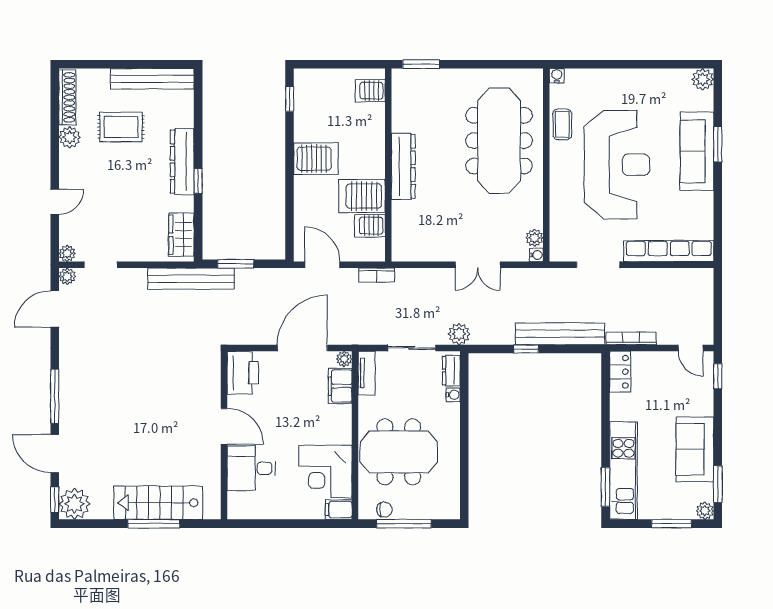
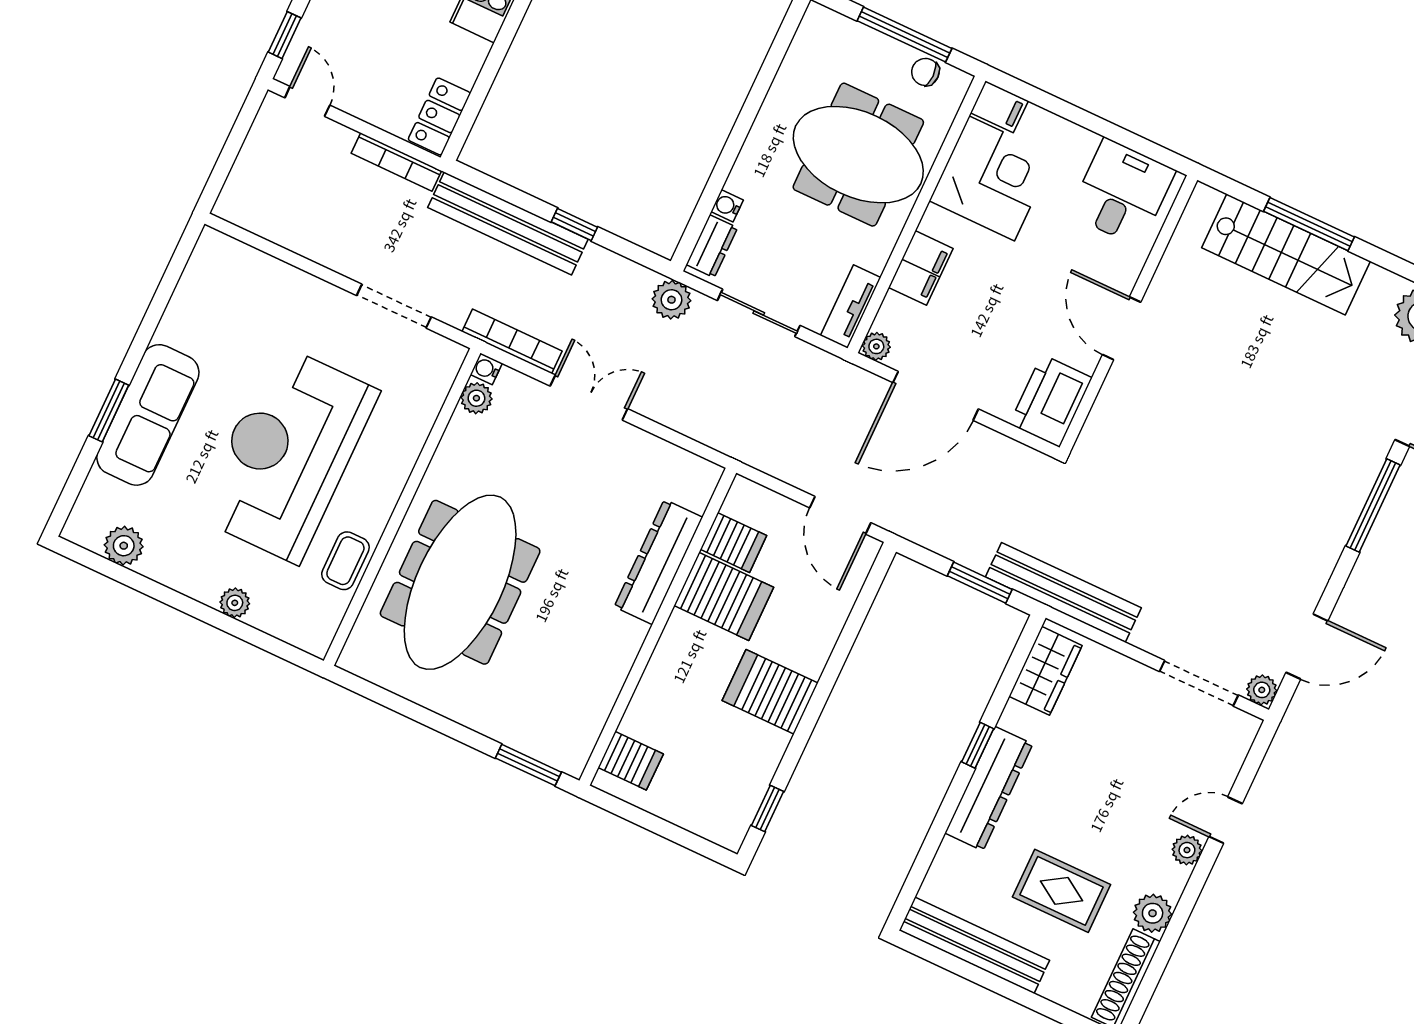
water cooler: (557, 76) -> (318, 644), removed
plant: (608, 77) -> (235, 603), added
plant: (703, 79) -> (124, 546), moved
dresser: (403, 166) -> (658, 562), moved
row of seats: (669, 251) -> (269, 275), removed
plant: (67, 253) -> (1187, 850), moved
doorway: (101, 265) -> (1199, 683), width x1.38
bookcase: (377, 275) -> (512, 341), moved, width x1.56
filing cabinet: (340, 386) -> (921, 268), moved
desk: (251, 468) -> (1122, 192), moved, turned -90

